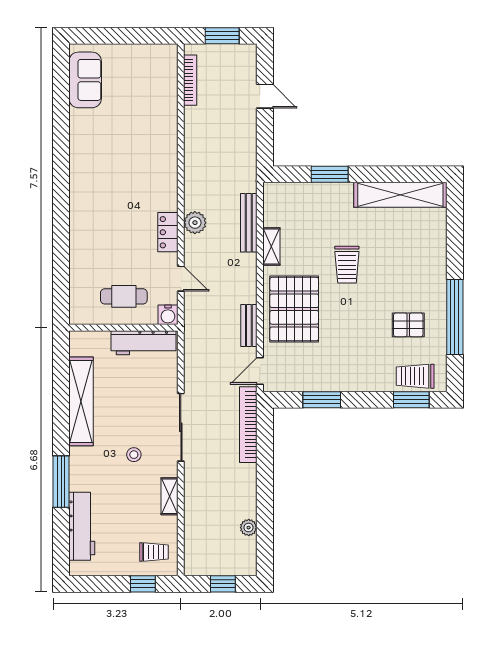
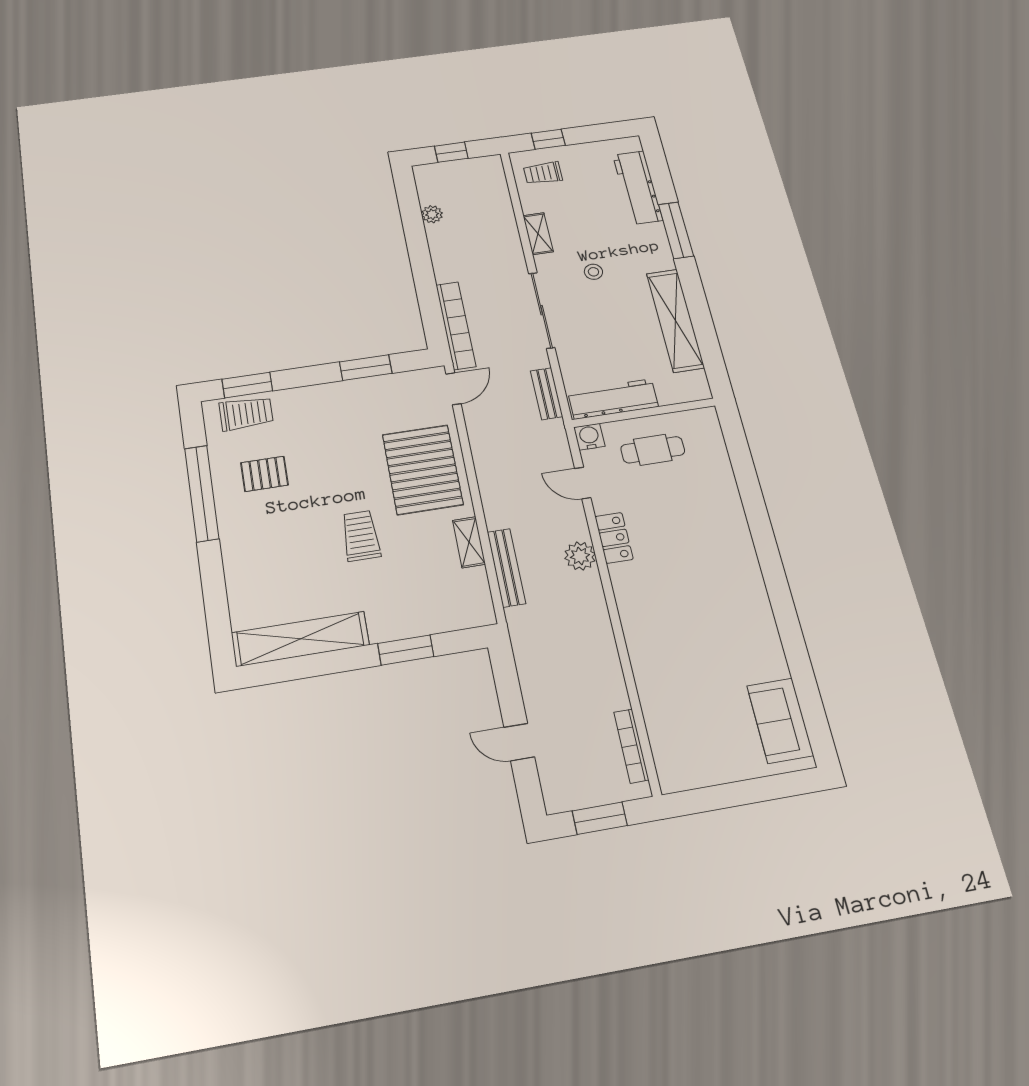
bench: (249, 326) -> (547, 394), moved

